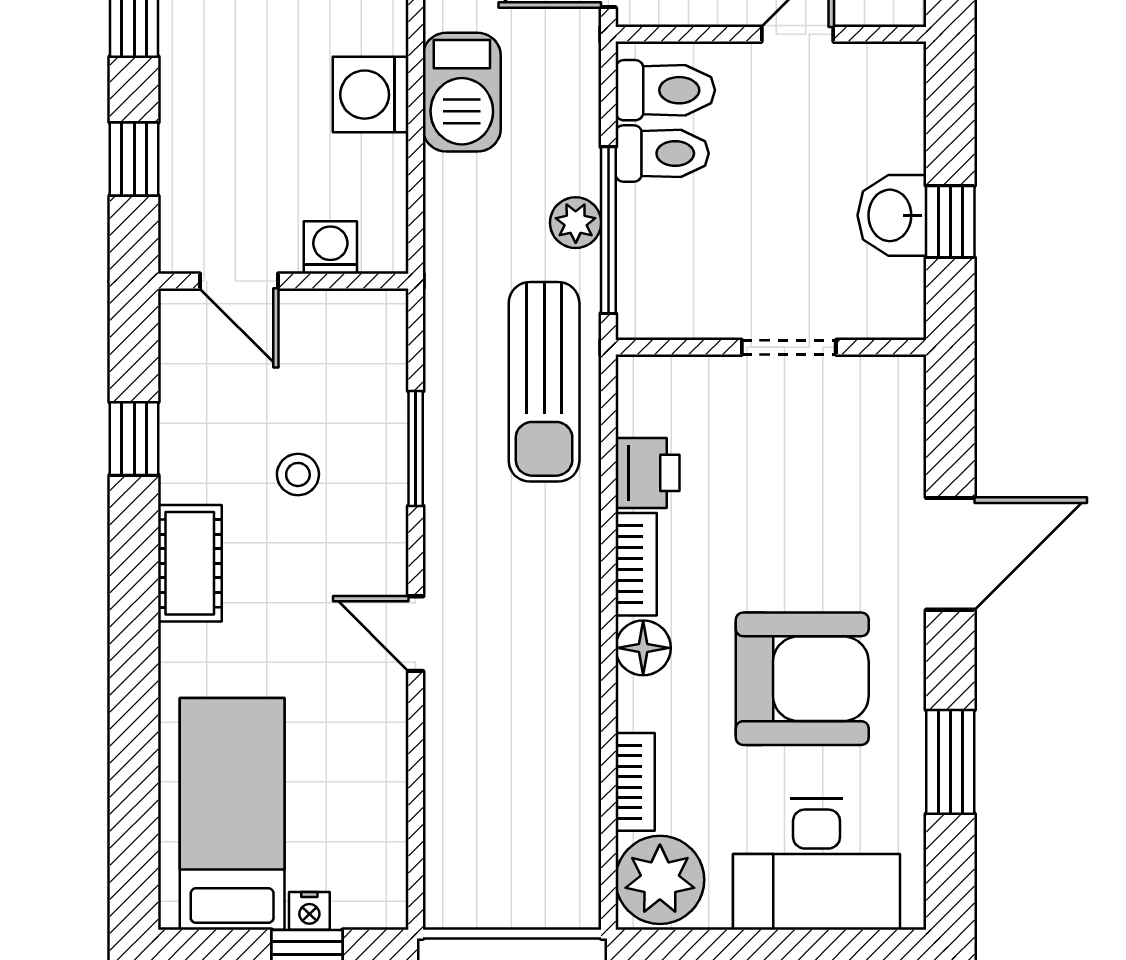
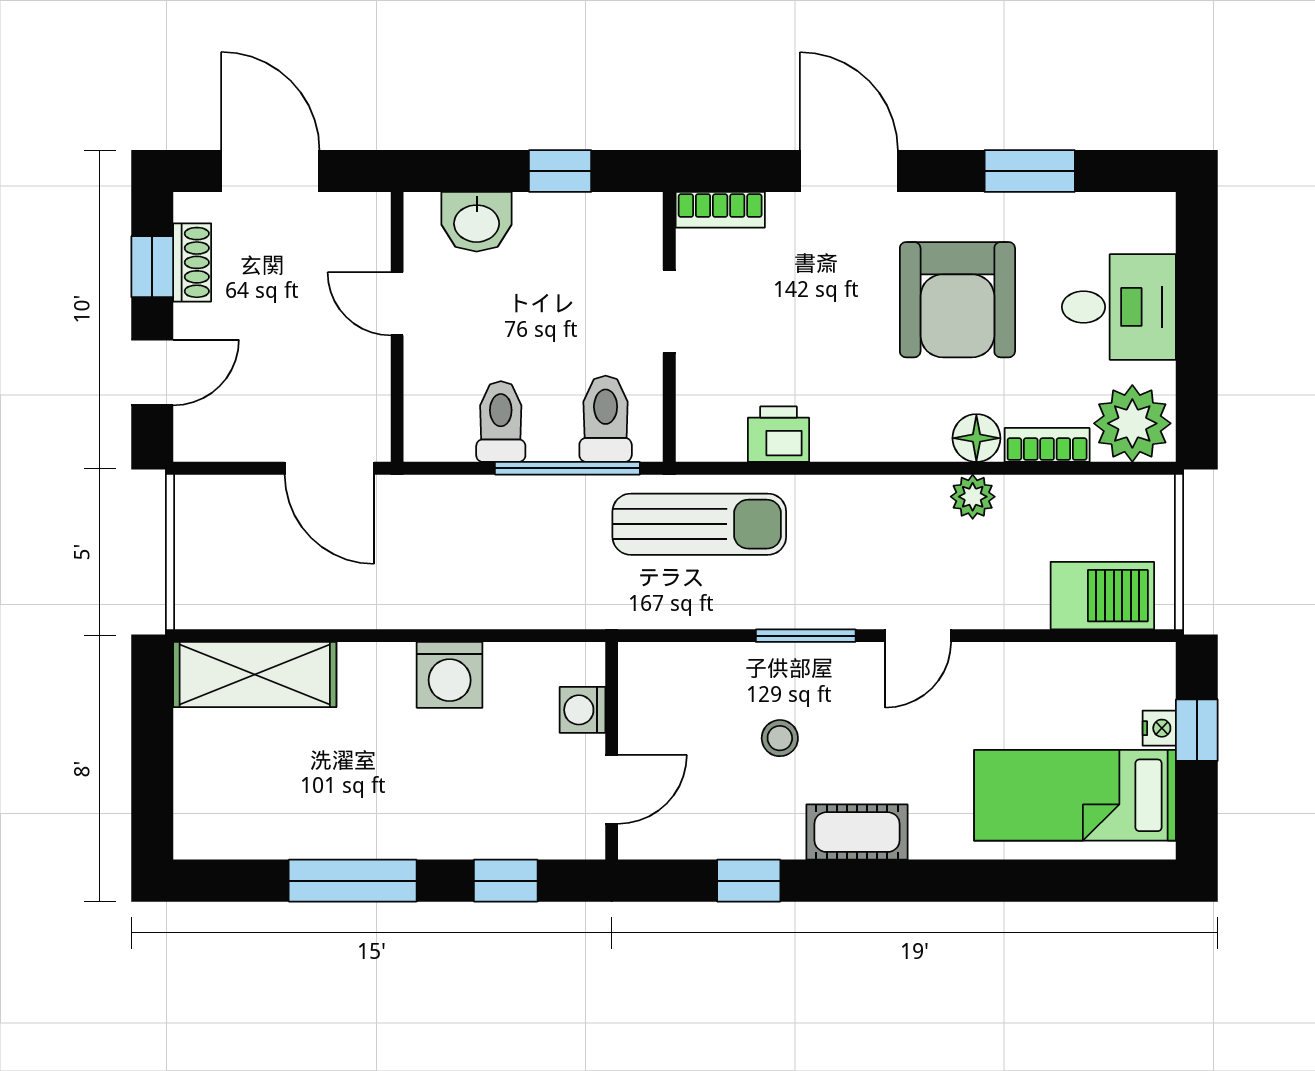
toilet: (665, 90) -> (606, 419), moved
barbecue: (462, 92) -> (1102, 596), moved
washbasin: (892, 215) -> (477, 222), moved
plant: (576, 223) -> (973, 497), moved
window: (416, 449) -> (806, 636), moved
bookcase: (636, 564) -> (720, 210), moved, turned 180
floor lamp: (643, 648) -> (976, 438), moved
armchair: (802, 679) -> (957, 300), turned 180
desk: (817, 864) -> (1119, 307), width x0.73

